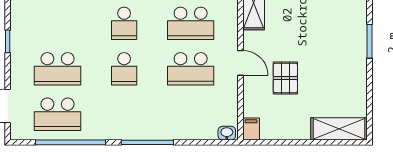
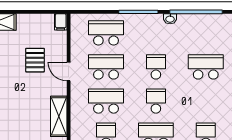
school desk: (58, 114) -> (106, 33), moved
washbasin: (227, 133) -> (170, 19), moved

